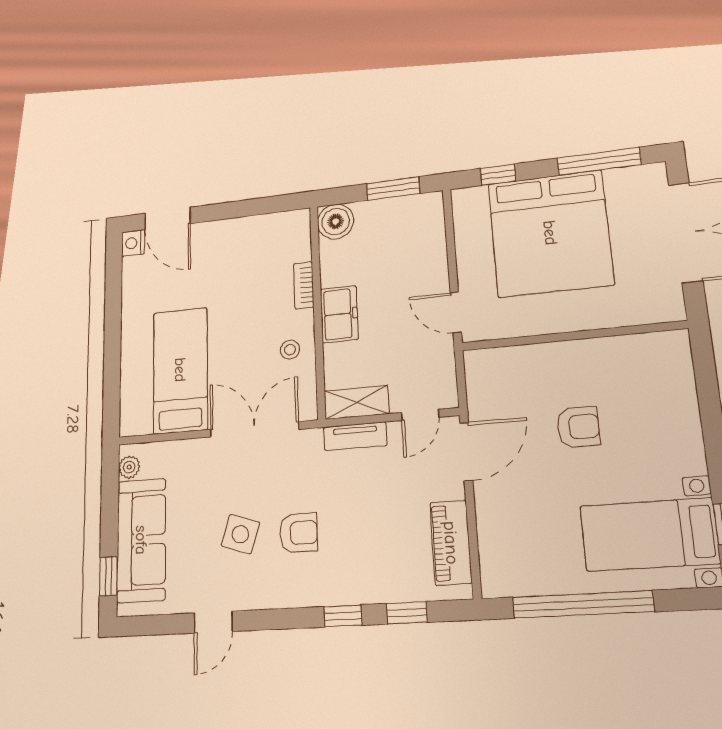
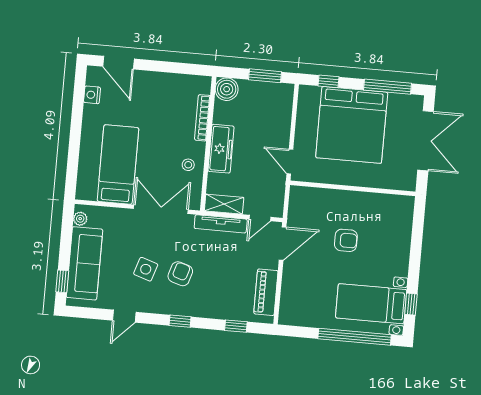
nightstand: (133, 243) -> (92, 95), moved
bookcase: (304, 285) -> (202, 118), width x1.56
freezer: (339, 314) -> (221, 149), width x1.40
tv unit: (355, 436) -> (221, 224), width x1.41
armchair: (299, 533) -> (180, 274), turned -73
window: (583, 604) -> (355, 337), moved
window: (343, 616) -> (180, 321), moved

